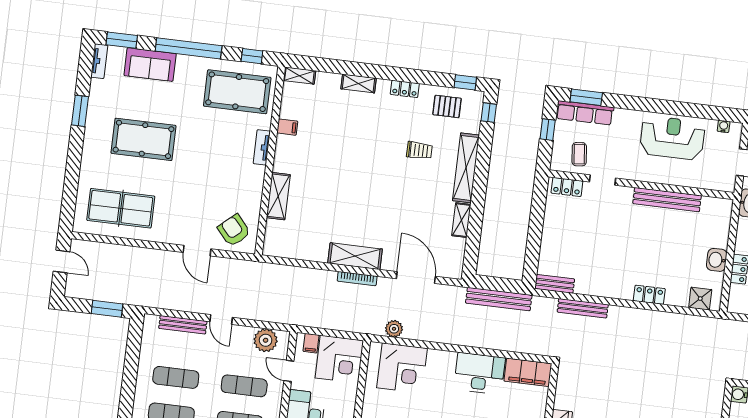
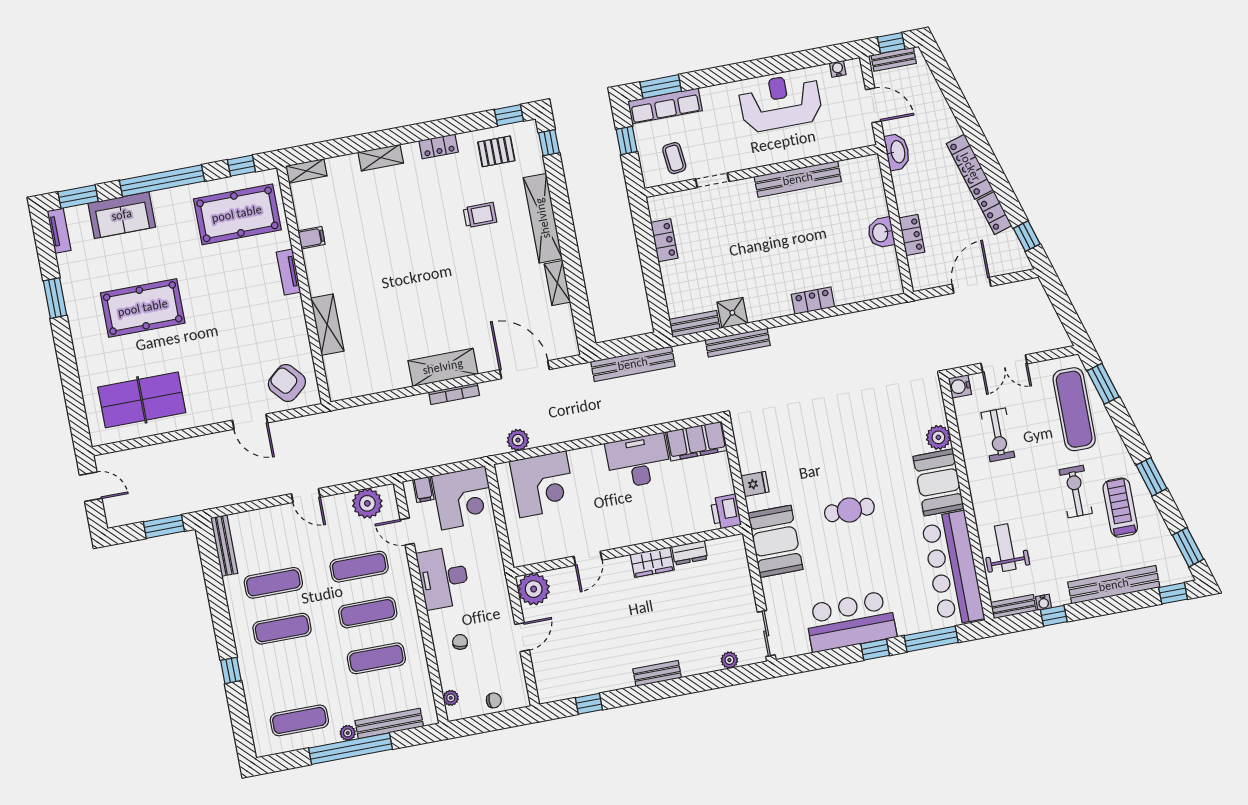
locker: (567, 187) -> (664, 240), moved, turned -90
shower: (700, 299) -> (732, 313), moved
bench: (183, 325) -> (224, 545), moved, turned 90

